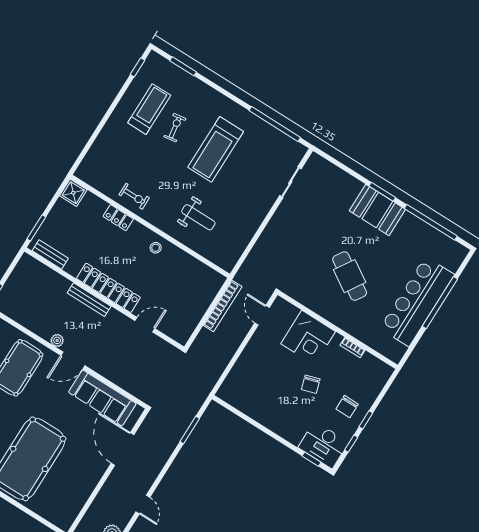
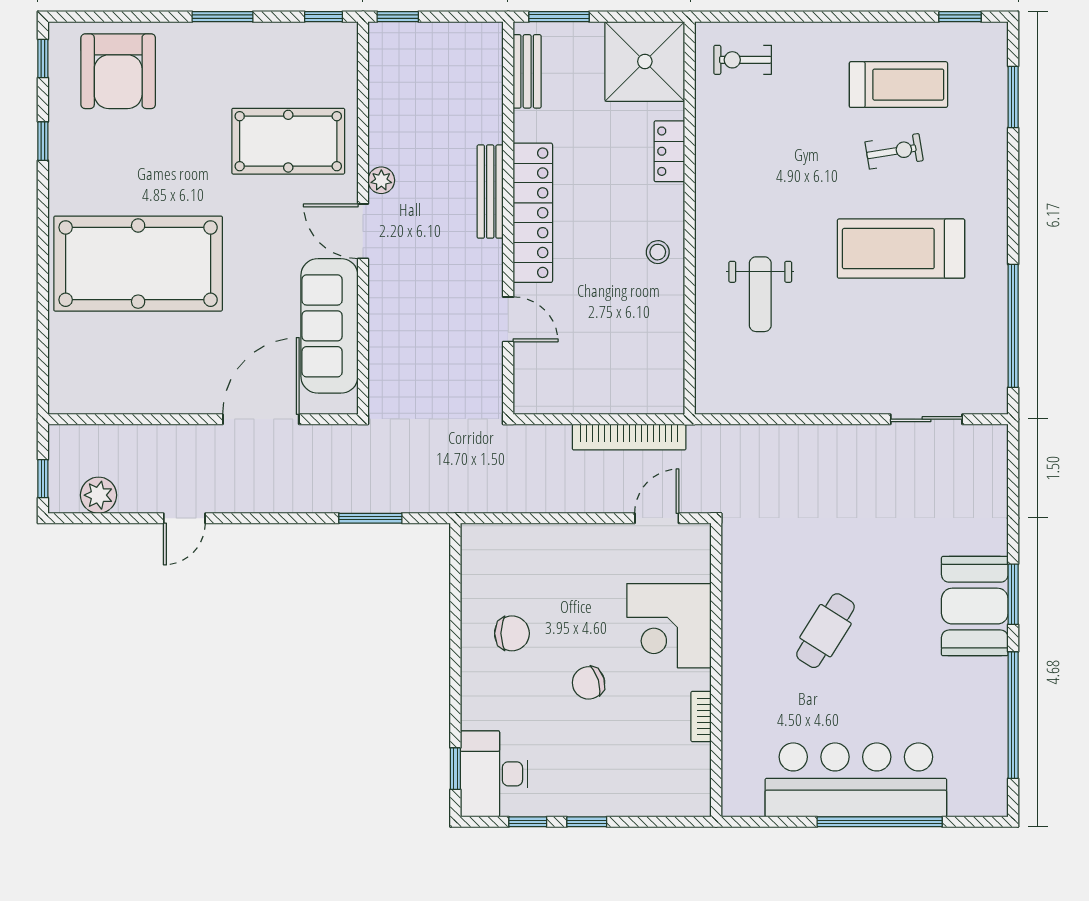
shower: (73, 193) -> (645, 61), width x1.86, depth x1.86
exercise bike: (134, 196) -> (743, 60), moved, turned 90
cafe table: (350, 276) -> (825, 631), width x0.73, depth x0.74
chair: (347, 407) -> (512, 633), moved, turned 180

